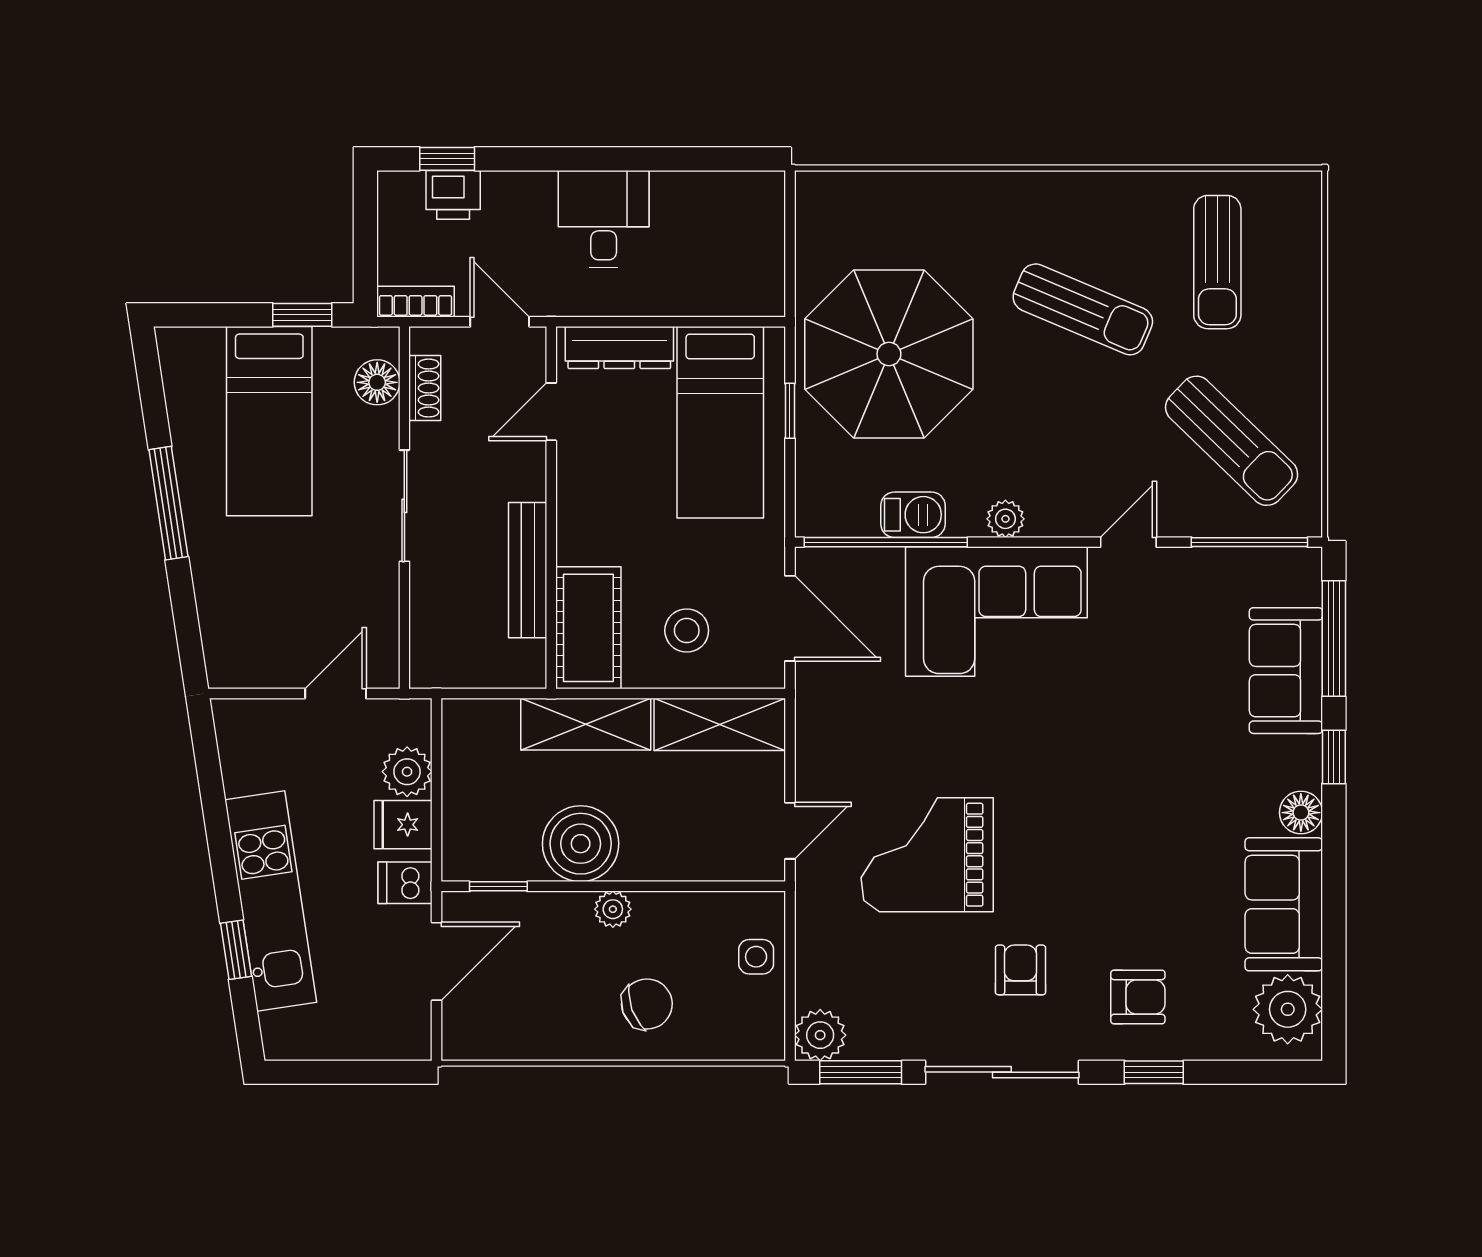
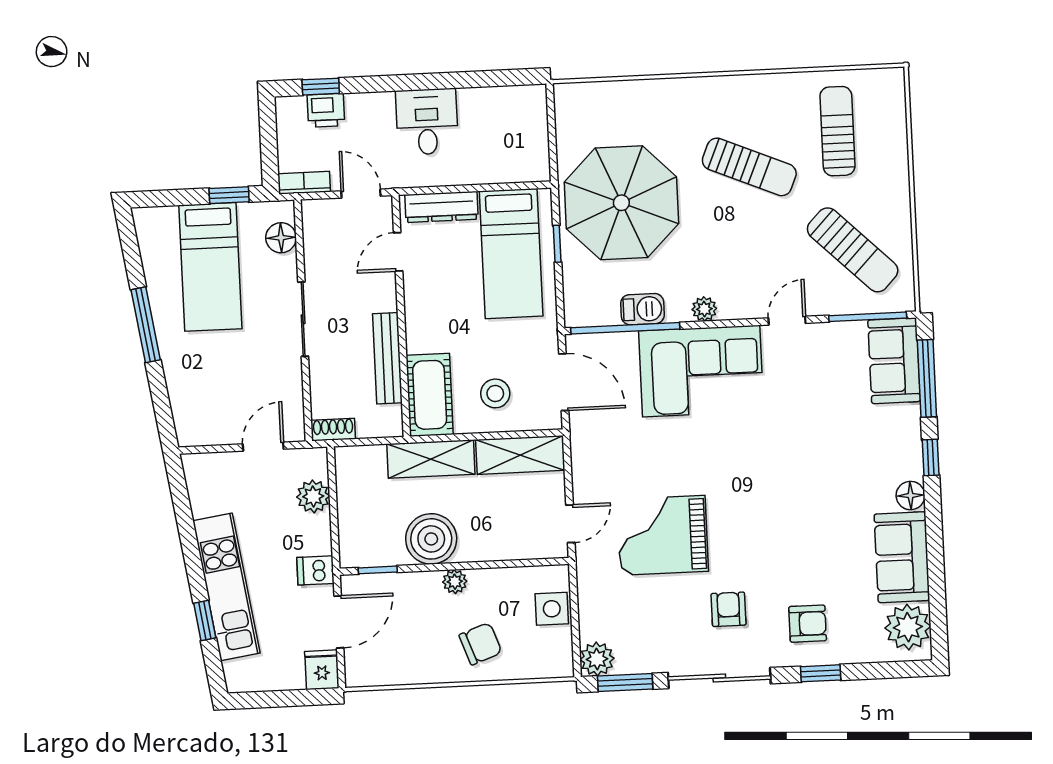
sun lounger: (1217, 262) -> (837, 131), turned 180
shoe rack: (425, 388) -> (333, 430), moved, turned -90
sofa: (1286, 671) -> (894, 361), moved
fridge: (403, 825) -> (322, 670), moved, turned 90
side table: (756, 957) -> (552, 609), width x1.37, depth x1.37

